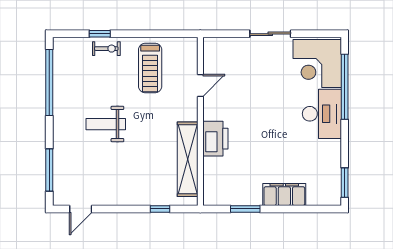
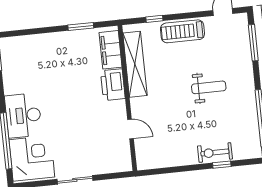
exercise bike: (106, 49) -> (215, 153), width x1.38, depth x1.39
treadmill: (150, 68) -> (182, 31), moved, turned -90
door: (200, 86) -> (131, 129), swing flipped
filing cabinet: (284, 195) -> (111, 50), moved, turned 90

